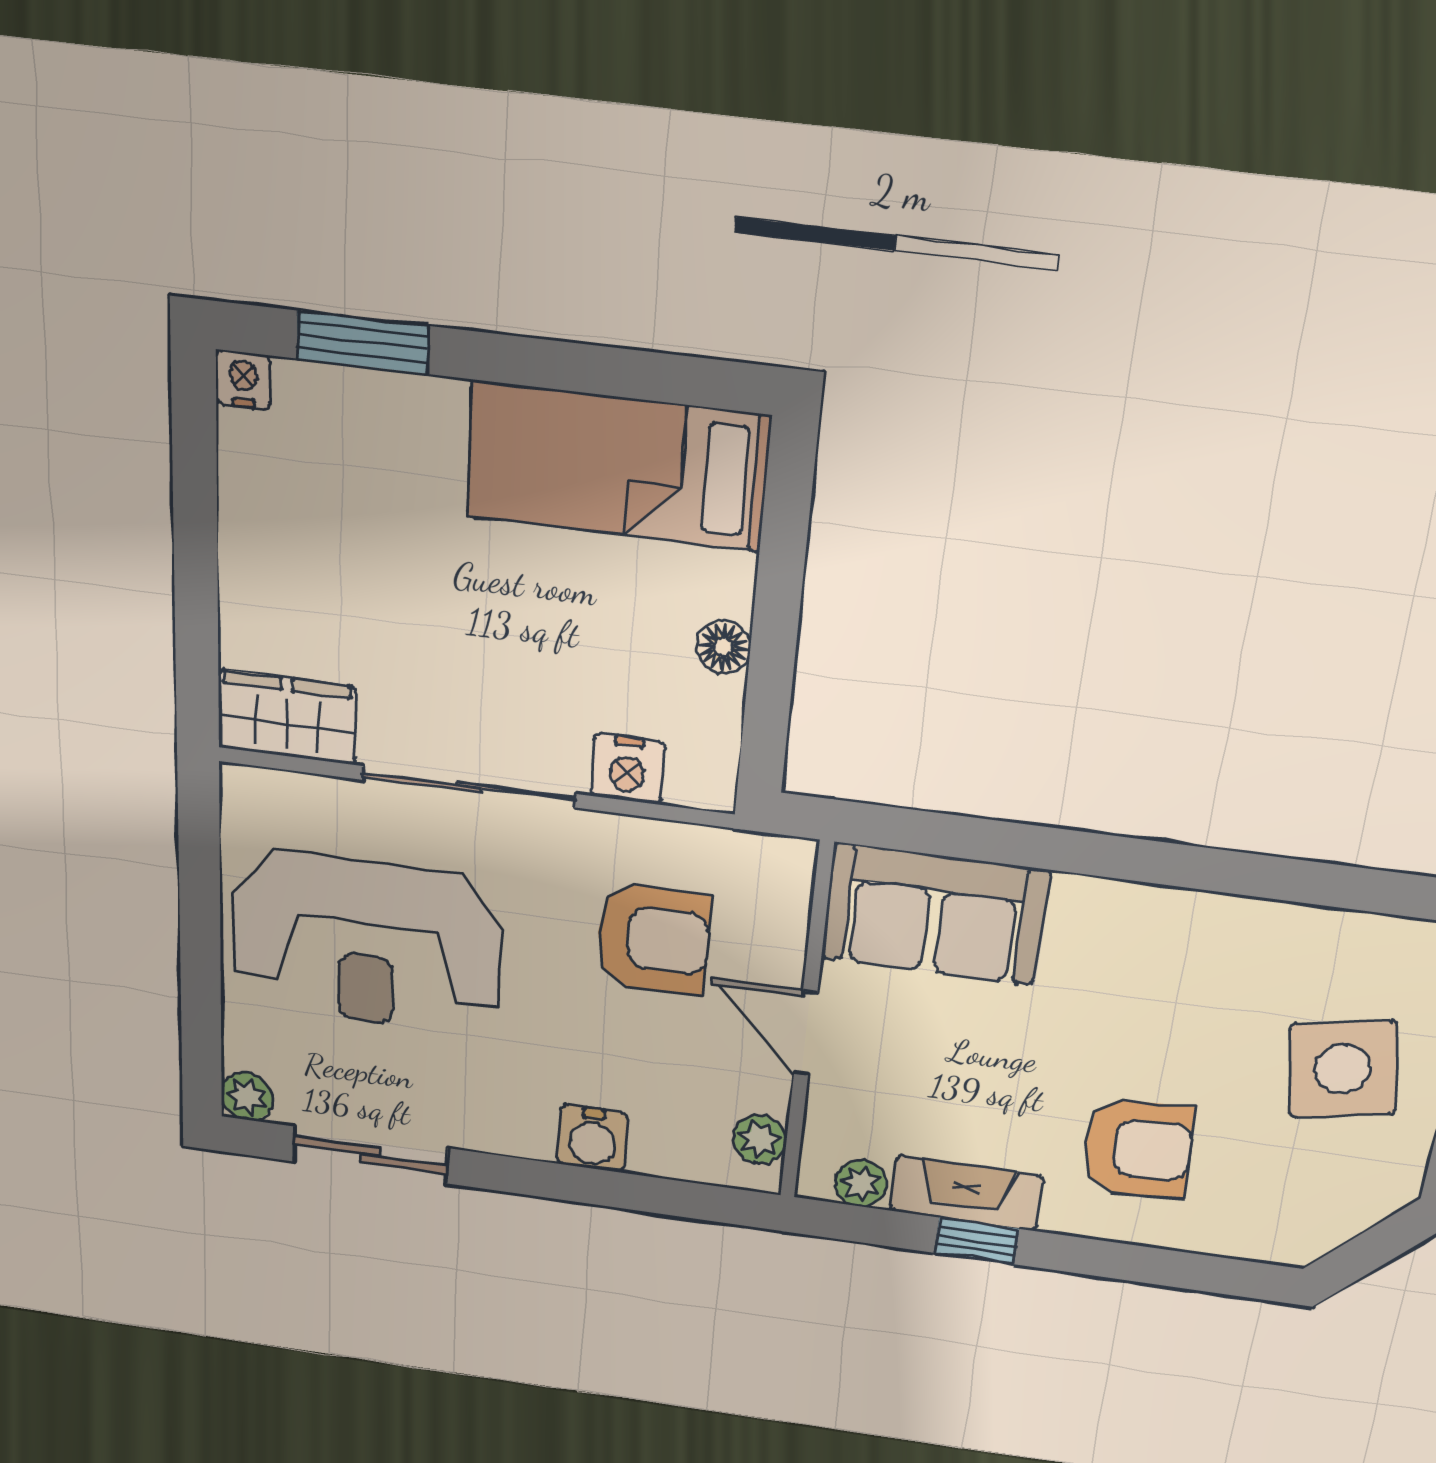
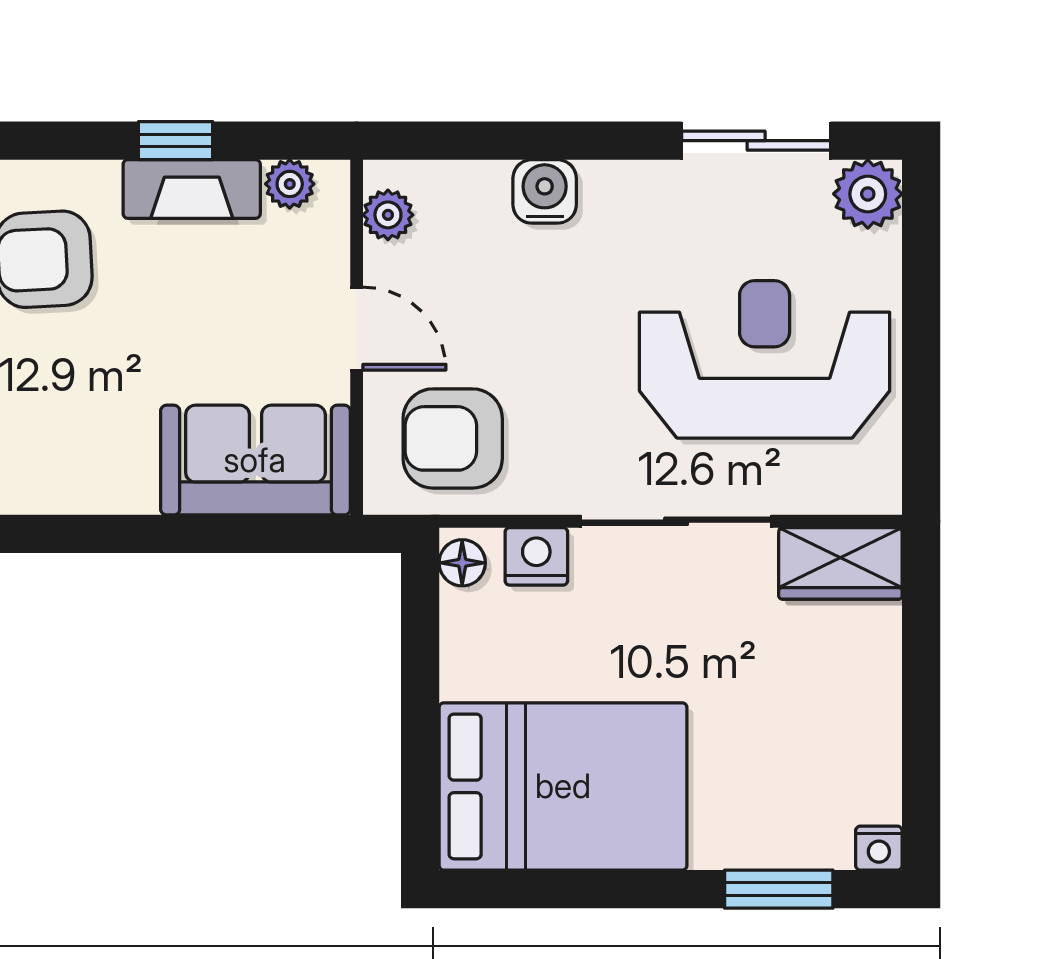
bed: (617, 466) -> (563, 786), width x1.50
floor lamp: (723, 647) -> (462, 563), moved
armchair: (653, 939) -> (453, 438), moved
plant: (247, 1096) -> (868, 194), width x1.38, depth x1.38

